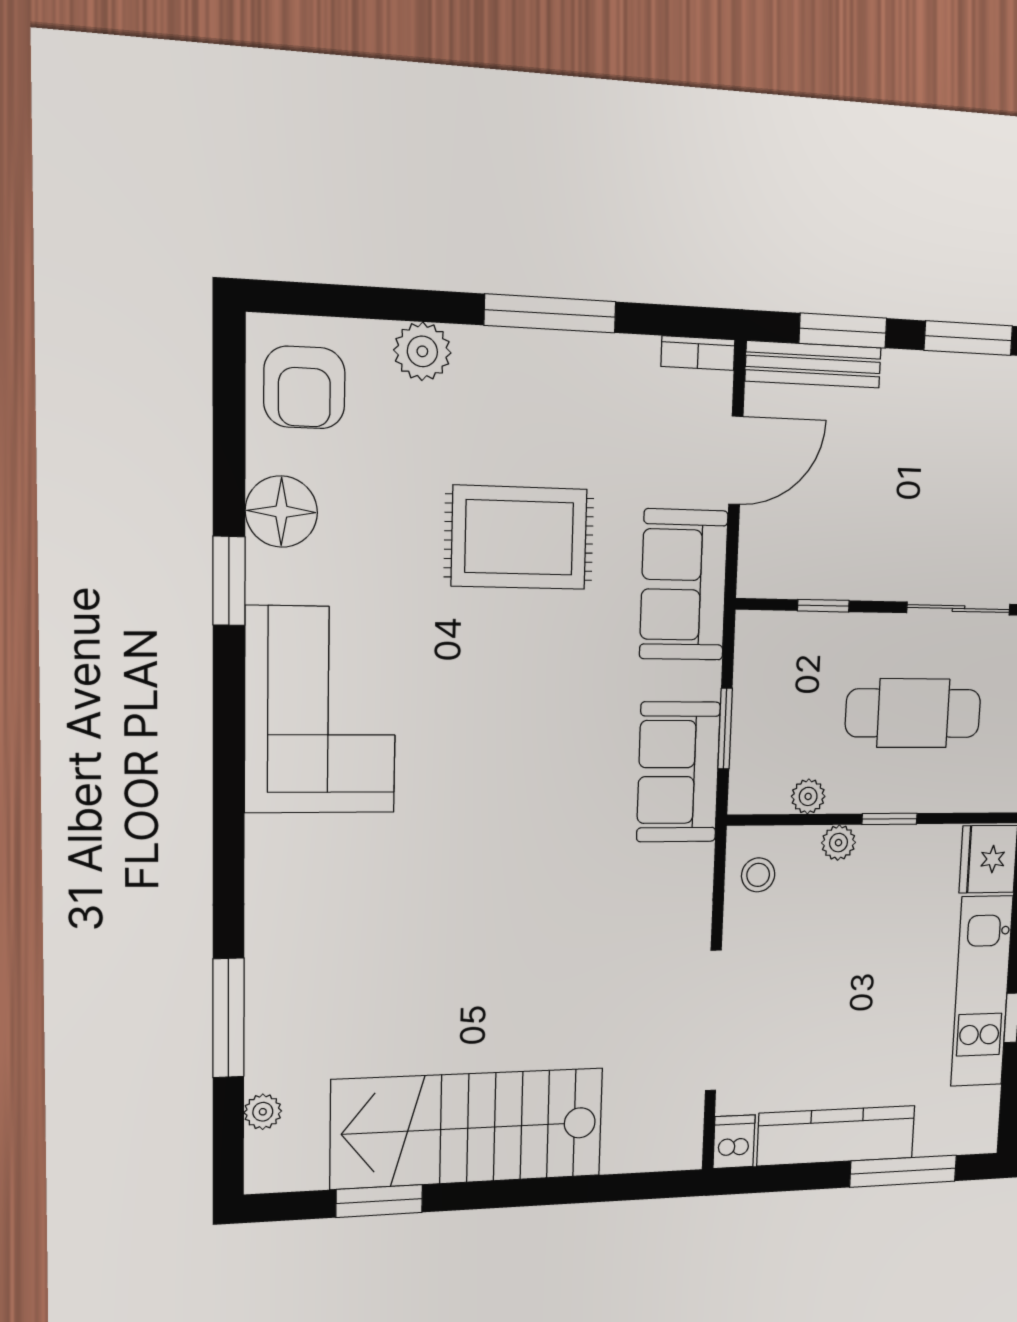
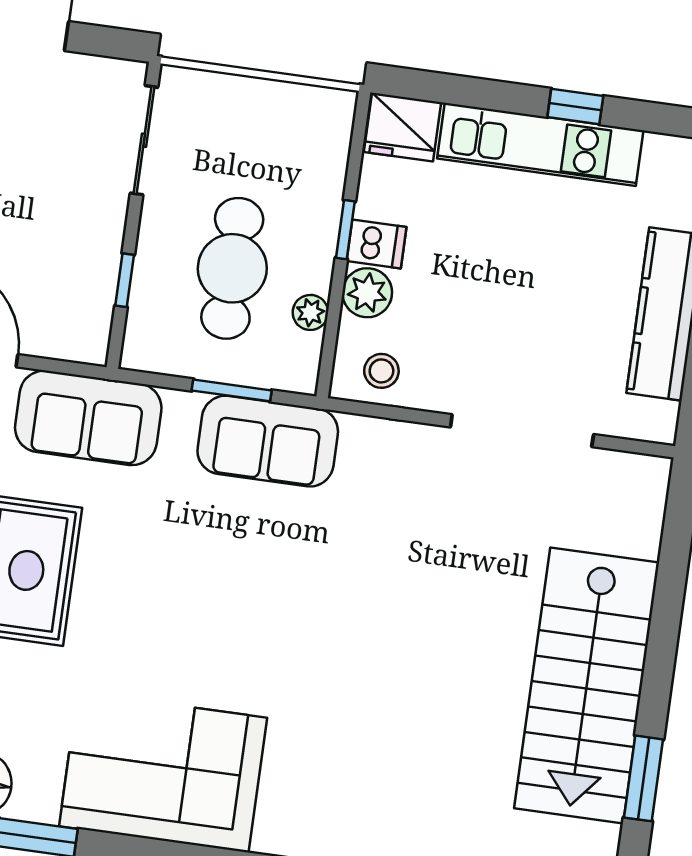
cafe table: (913, 713) -> (232, 268), moved
plant: (838, 843) -> (367, 293), width x1.38, depth x1.38
dishwasher: (734, 1142) -> (377, 244), moved, turned 180

